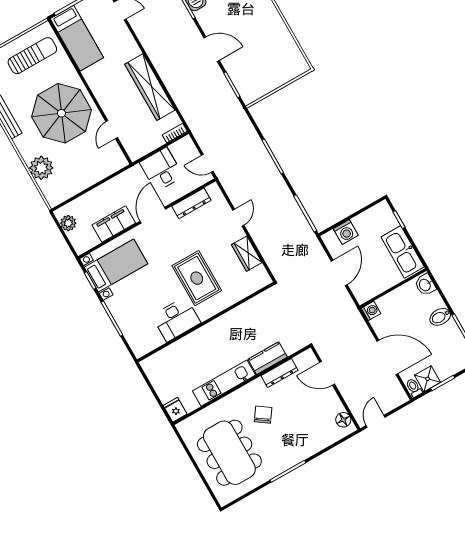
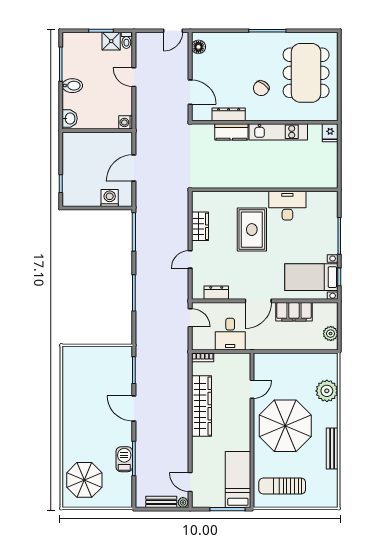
dresser: (191, 203) -> (216, 293), width x0.70
kitchen sink: (403, 252) -> (73, 156), removed
door: (387, 357) -> (134, 77), width x0.53

